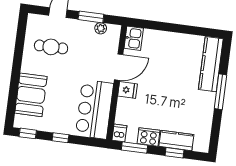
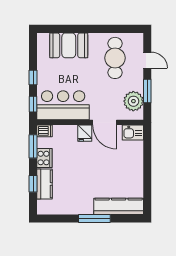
plant: (101, 28) -> (133, 101), width x1.87, depth x1.87
cafe table: (51, 47) -> (115, 58), width x1.37, depth x1.35
window: (28, 133) -> (33, 104), moved

